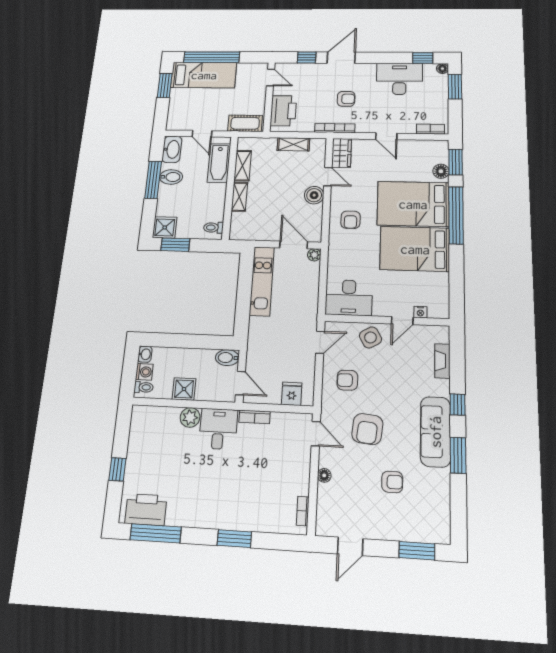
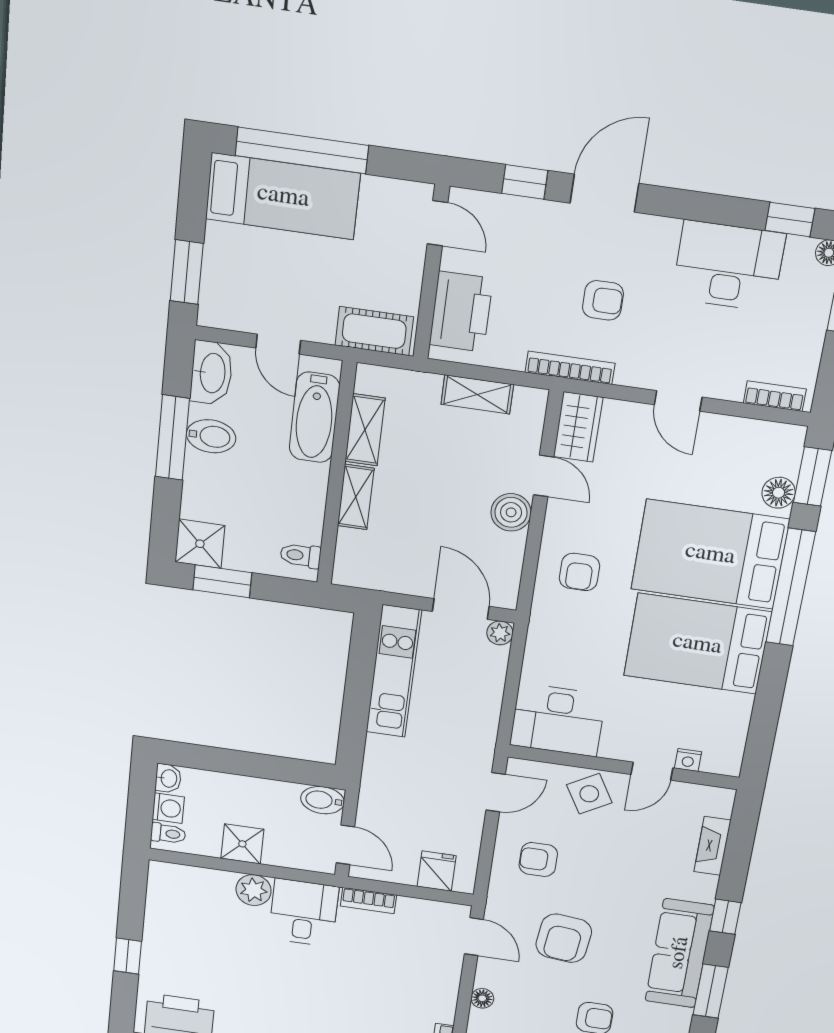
window: (165, 86) -> (187, 272), moved

